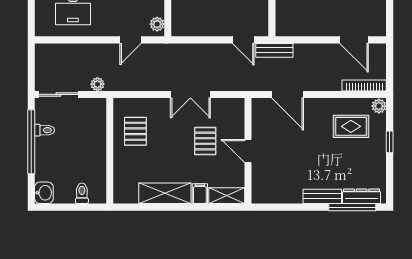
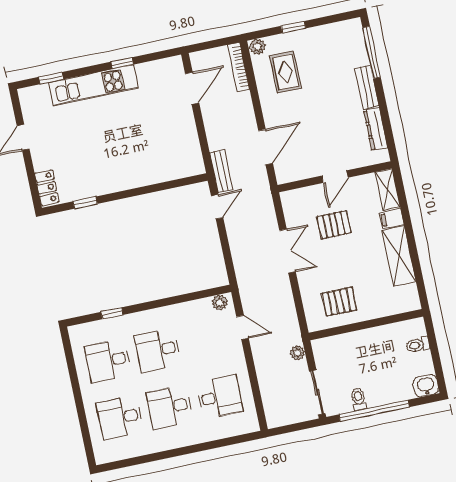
dresser: (362, 196) -> (376, 129), moved

